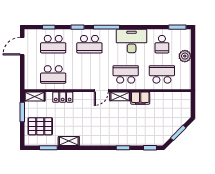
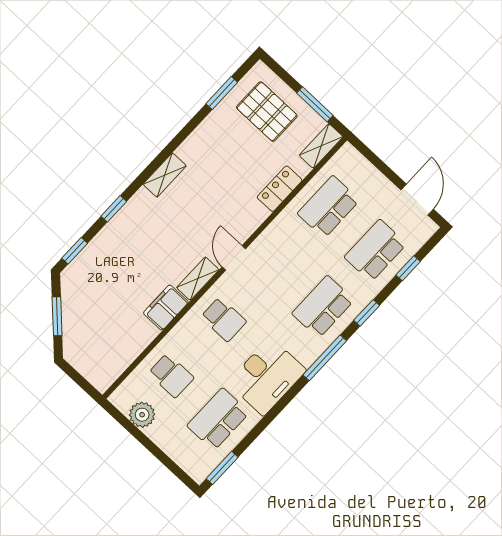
school desk: (162, 44) -> (218, 419), width x1.85
plant: (185, 56) -> (142, 415), moved
school desk: (126, 74) -> (224, 319), width x0.54
school desk: (162, 74) -> (171, 375), width x0.54
pallet: (40, 126) -> (267, 112), turned 90
shelving: (69, 141) -> (165, 175), moved

